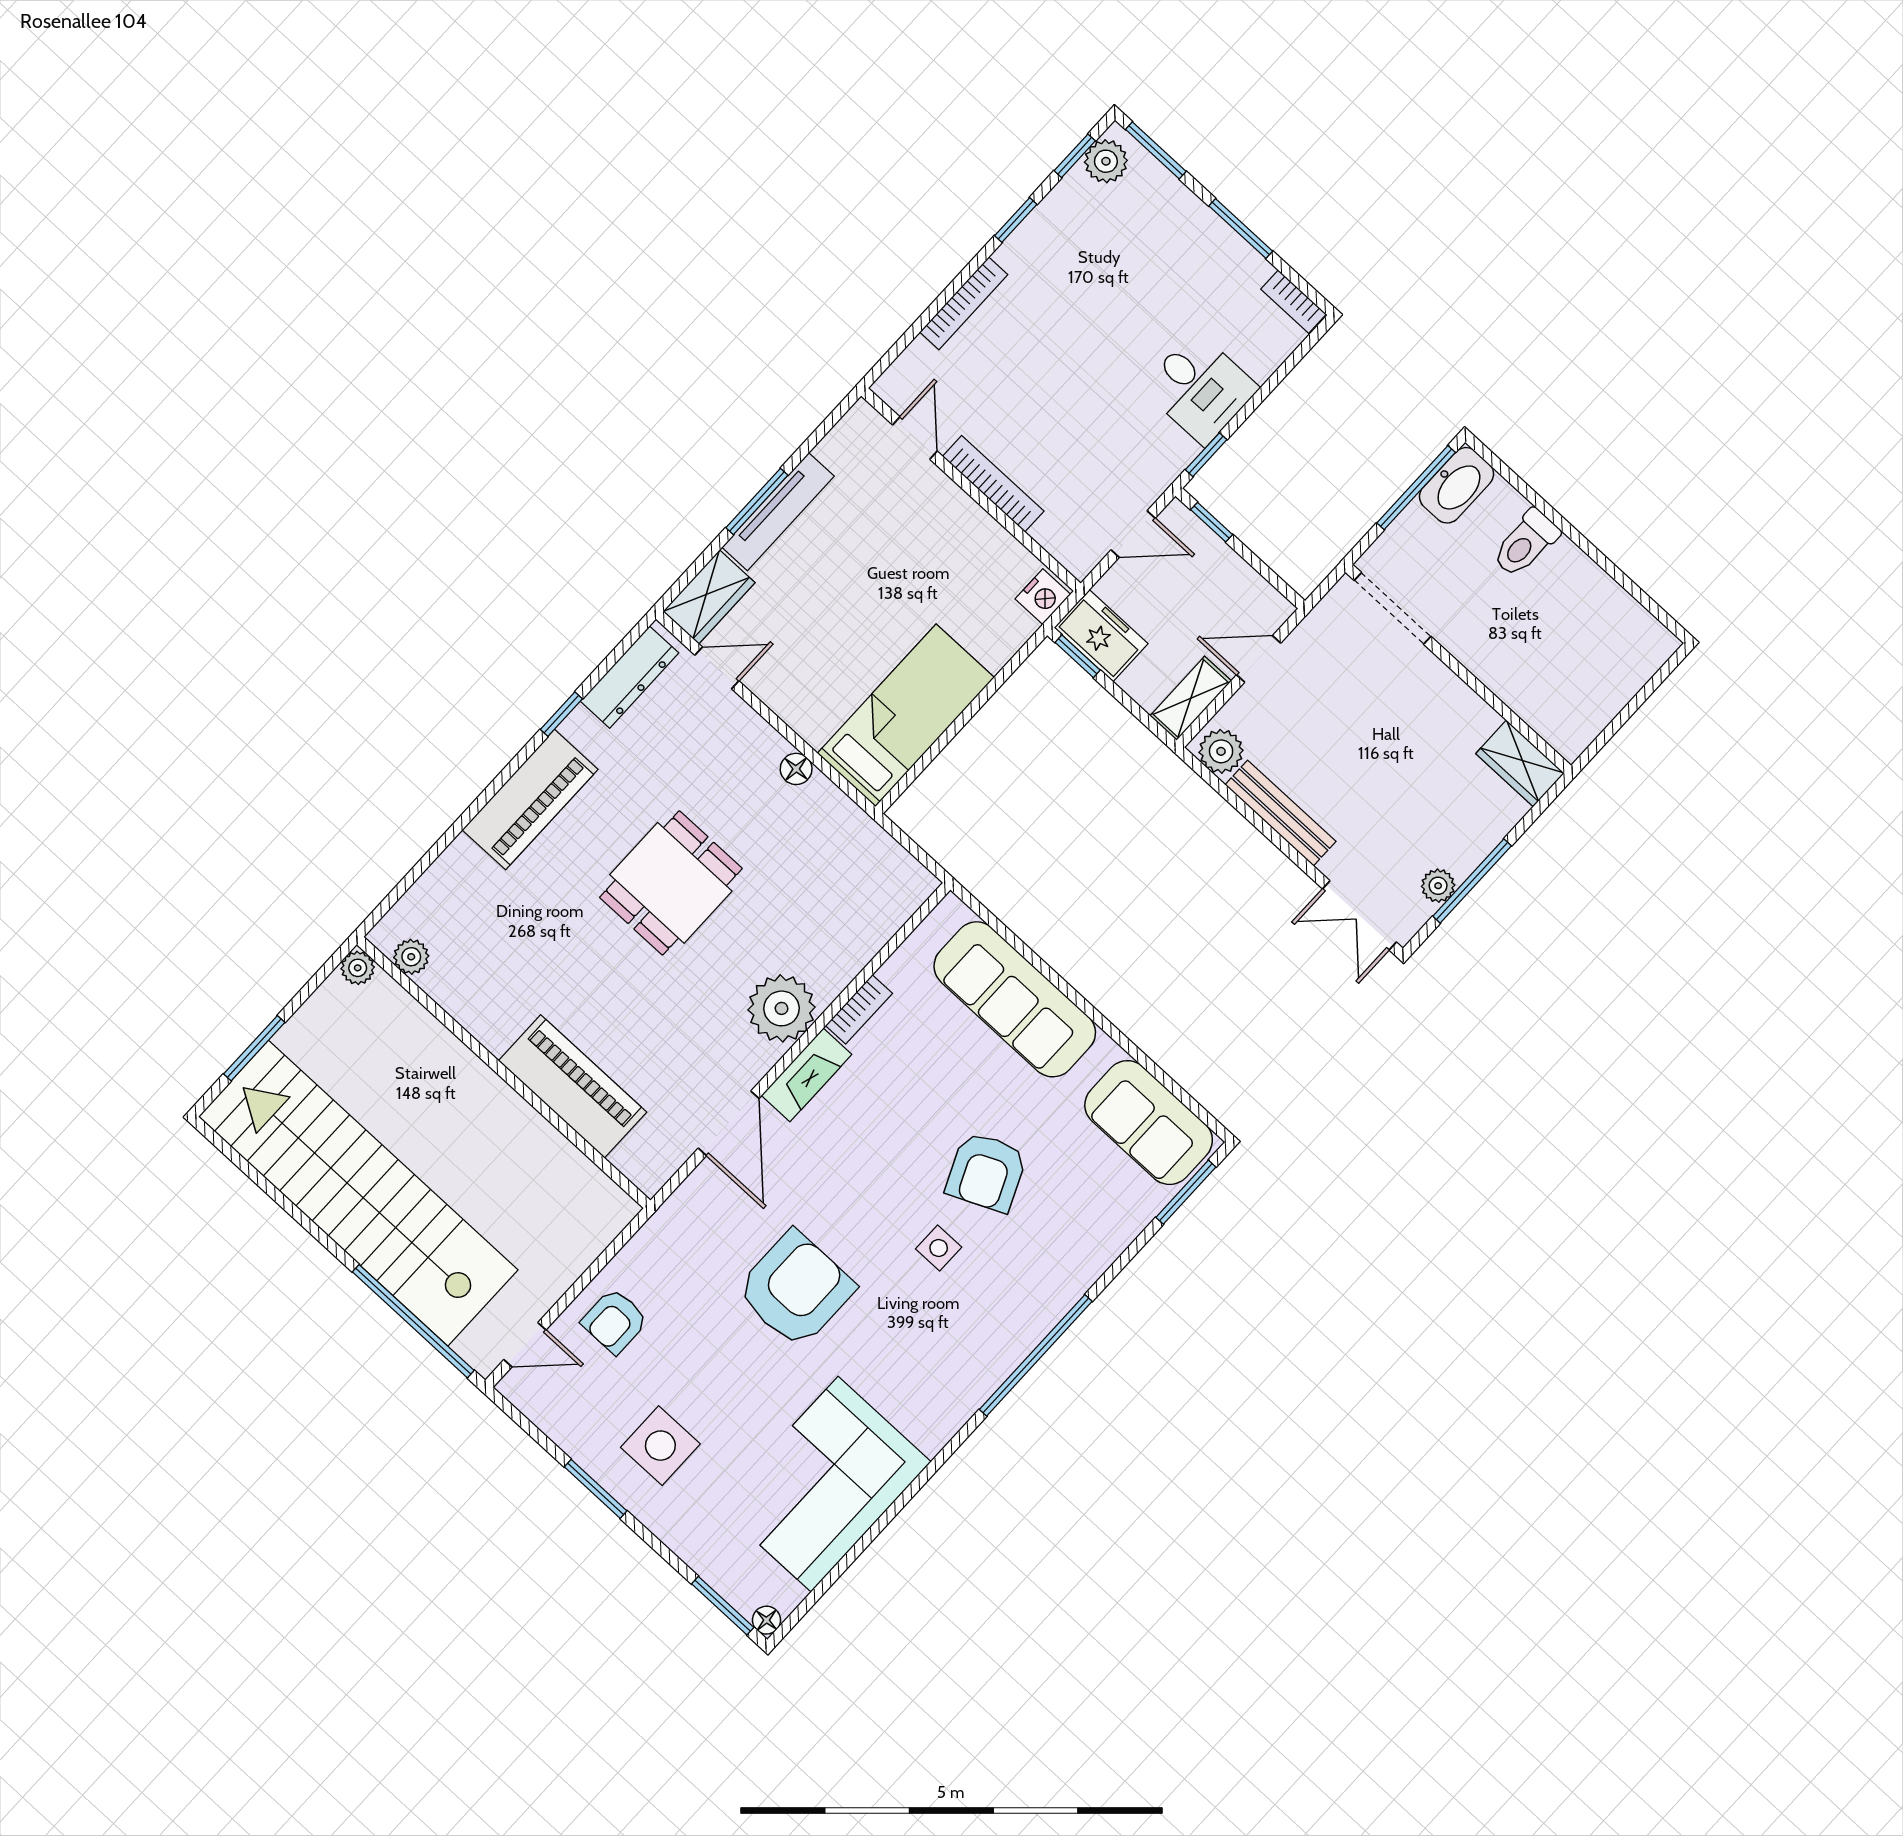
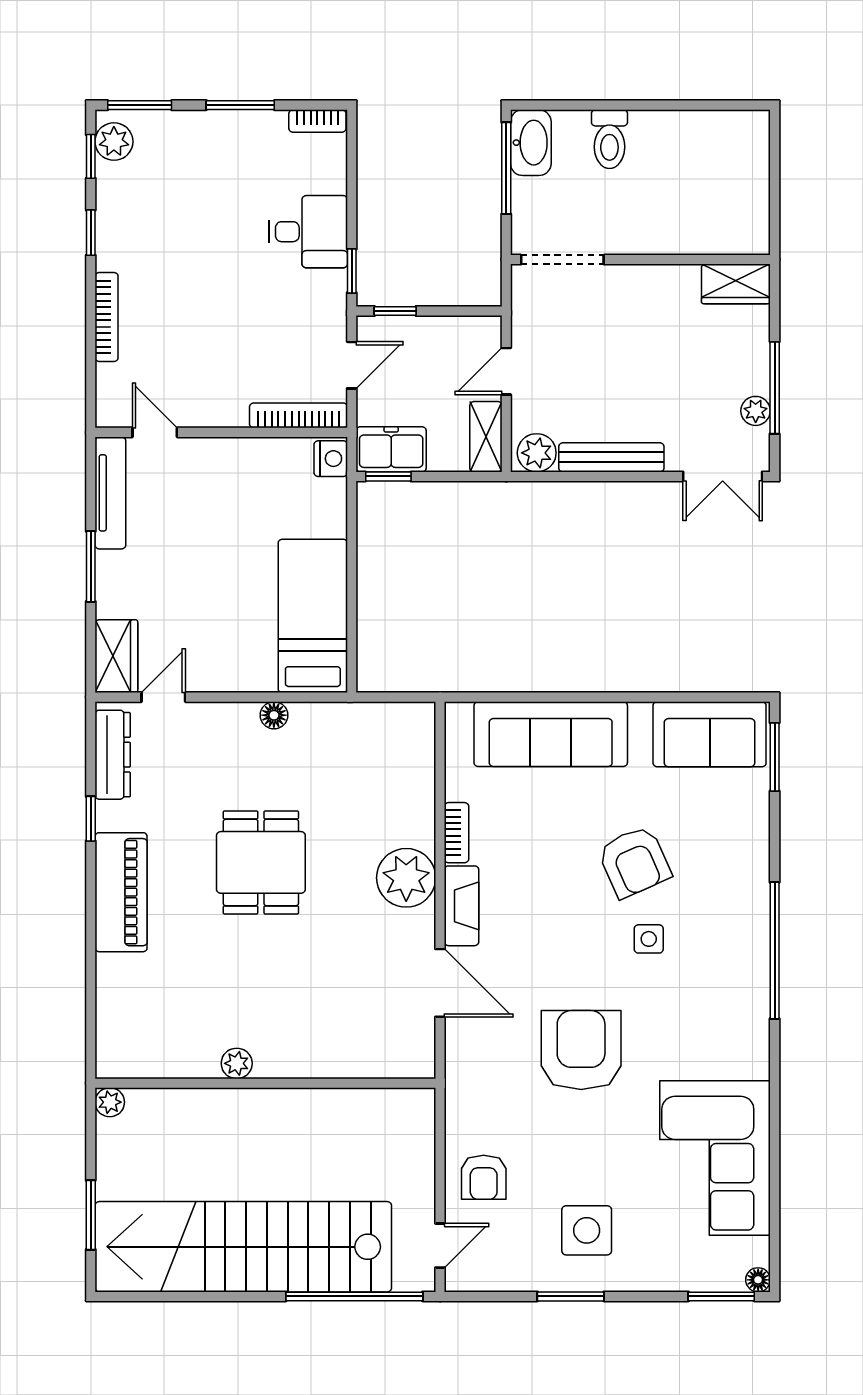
bookcase: (993, 484) -> (299, 415), moved
tv unit: (778, 512) -> (110, 493), moved
plant: (411, 957) -> (237, 1063), moved
piano: (573, 1086) -> (318, 1051), removed

